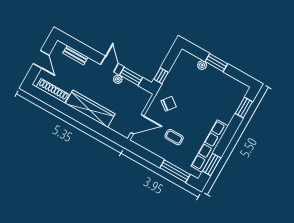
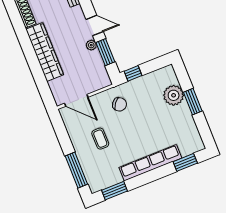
door: (110, 64) -> (95, 25), hinge flipped
plant: (202, 65) -> (174, 95), width x1.87, depth x1.87
row of seats: (210, 146) -> (150, 163), moved

